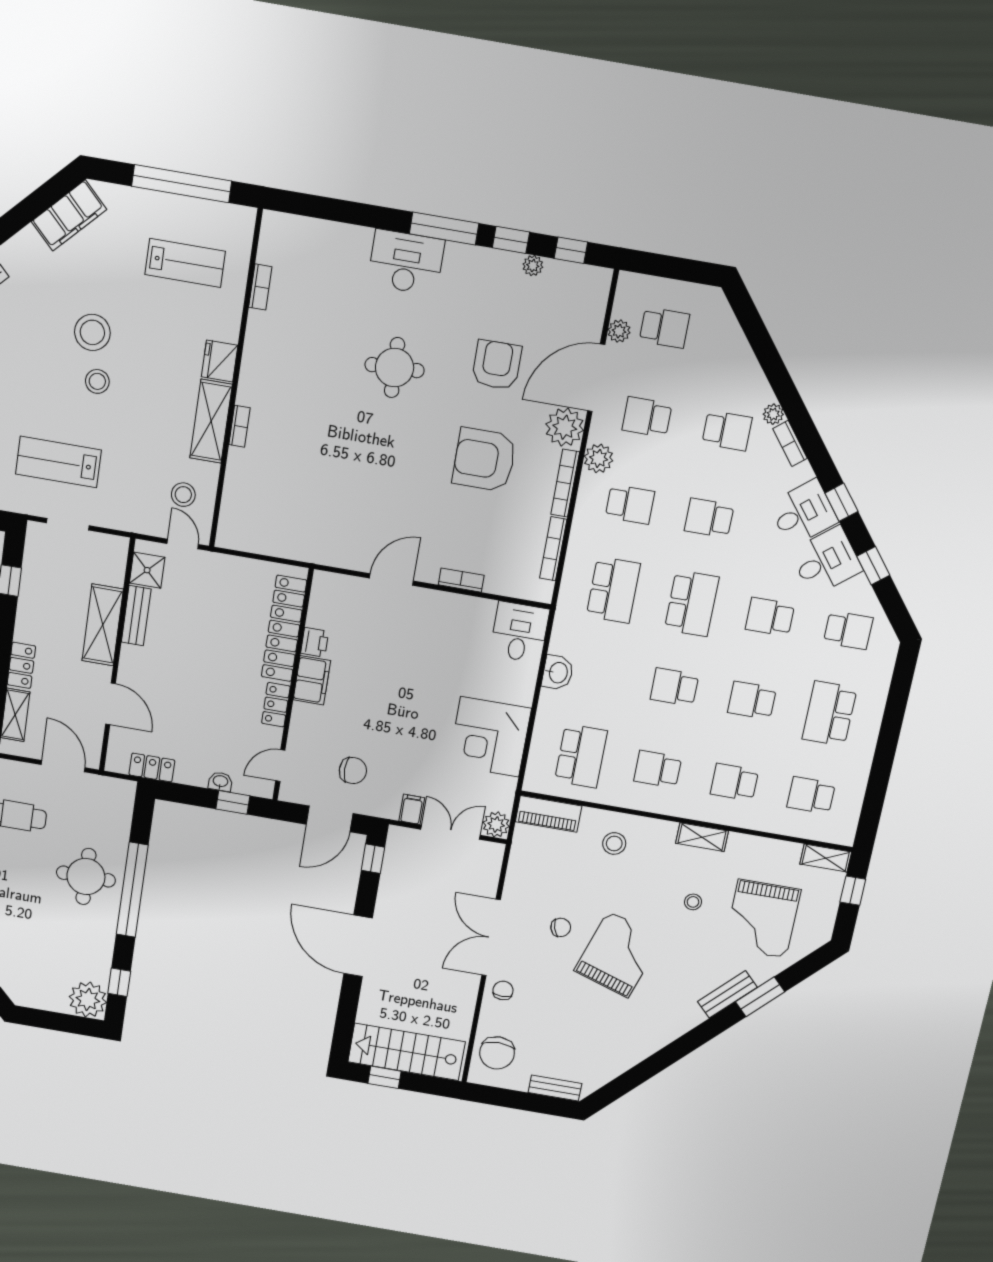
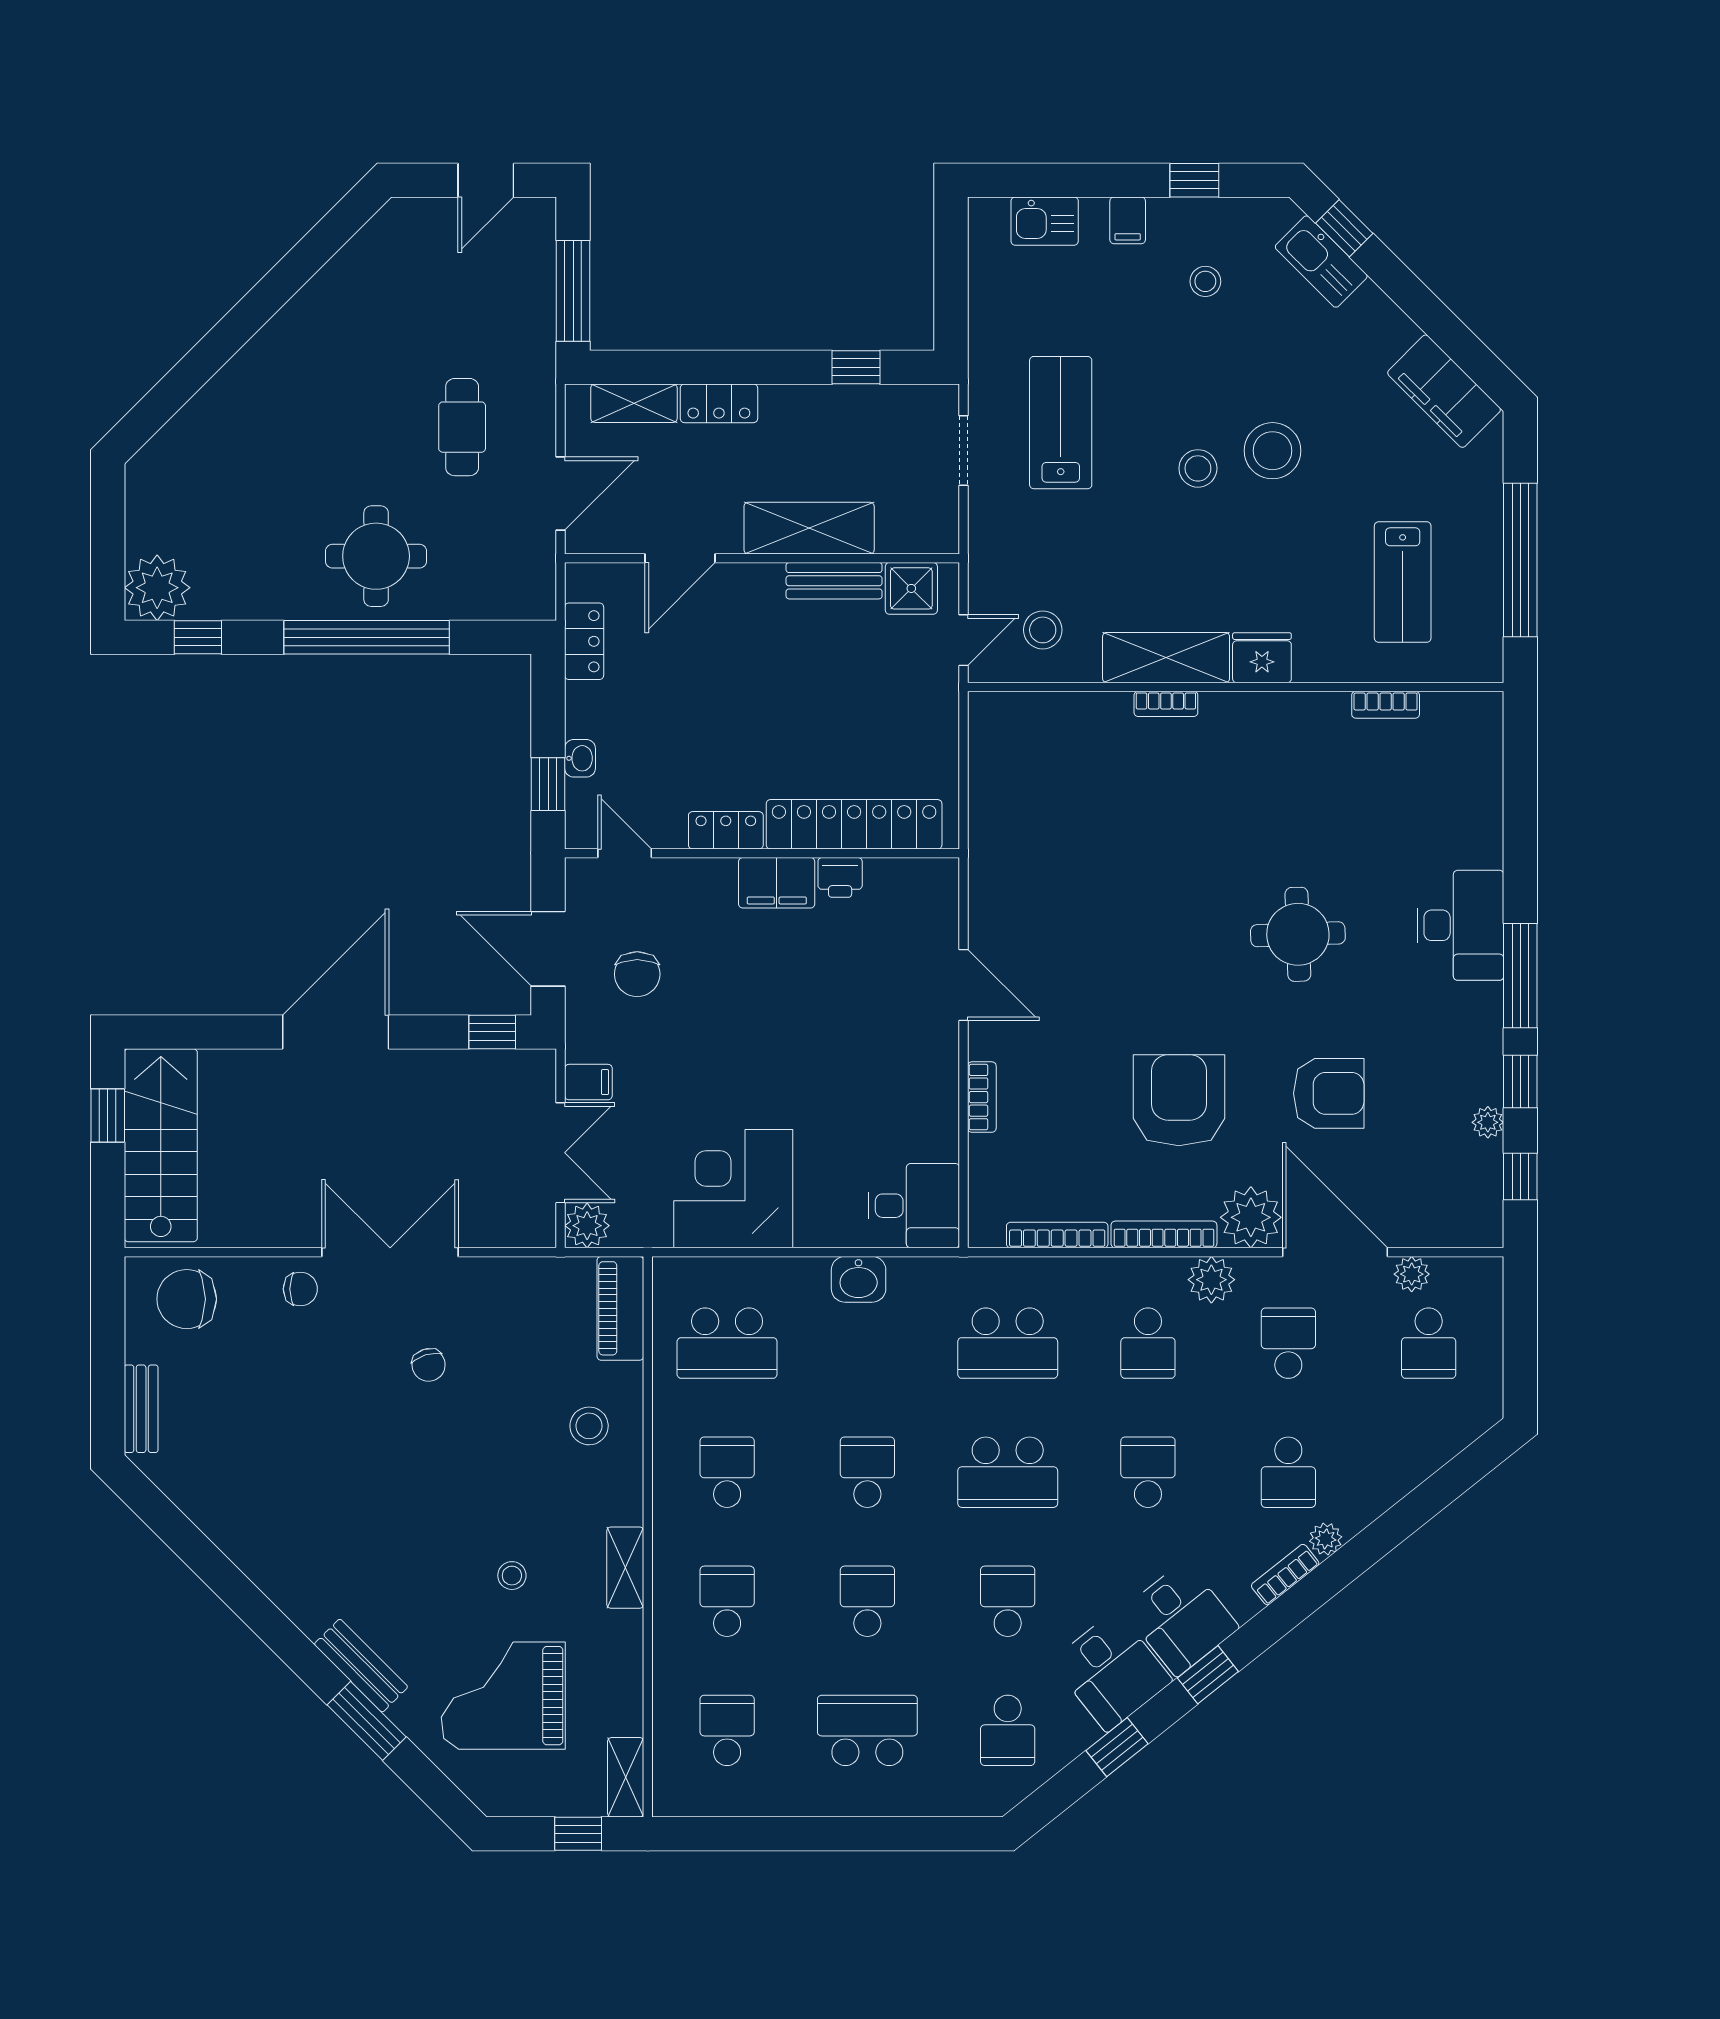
grand piano: (618, 955) -> (398, 1470), removed

